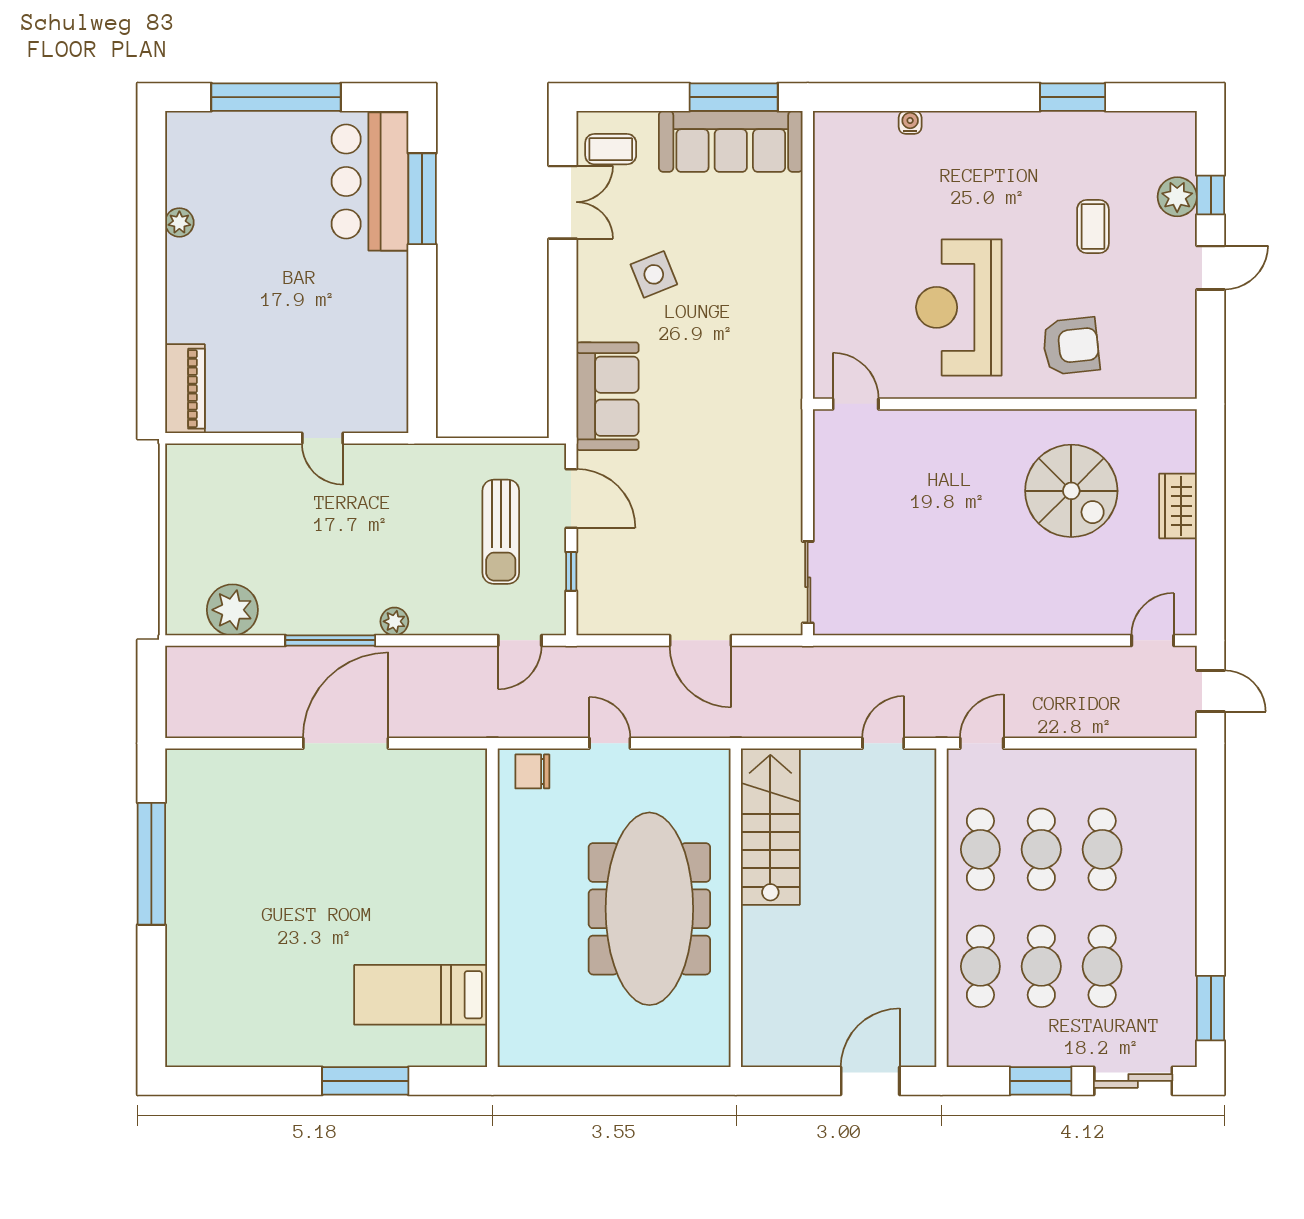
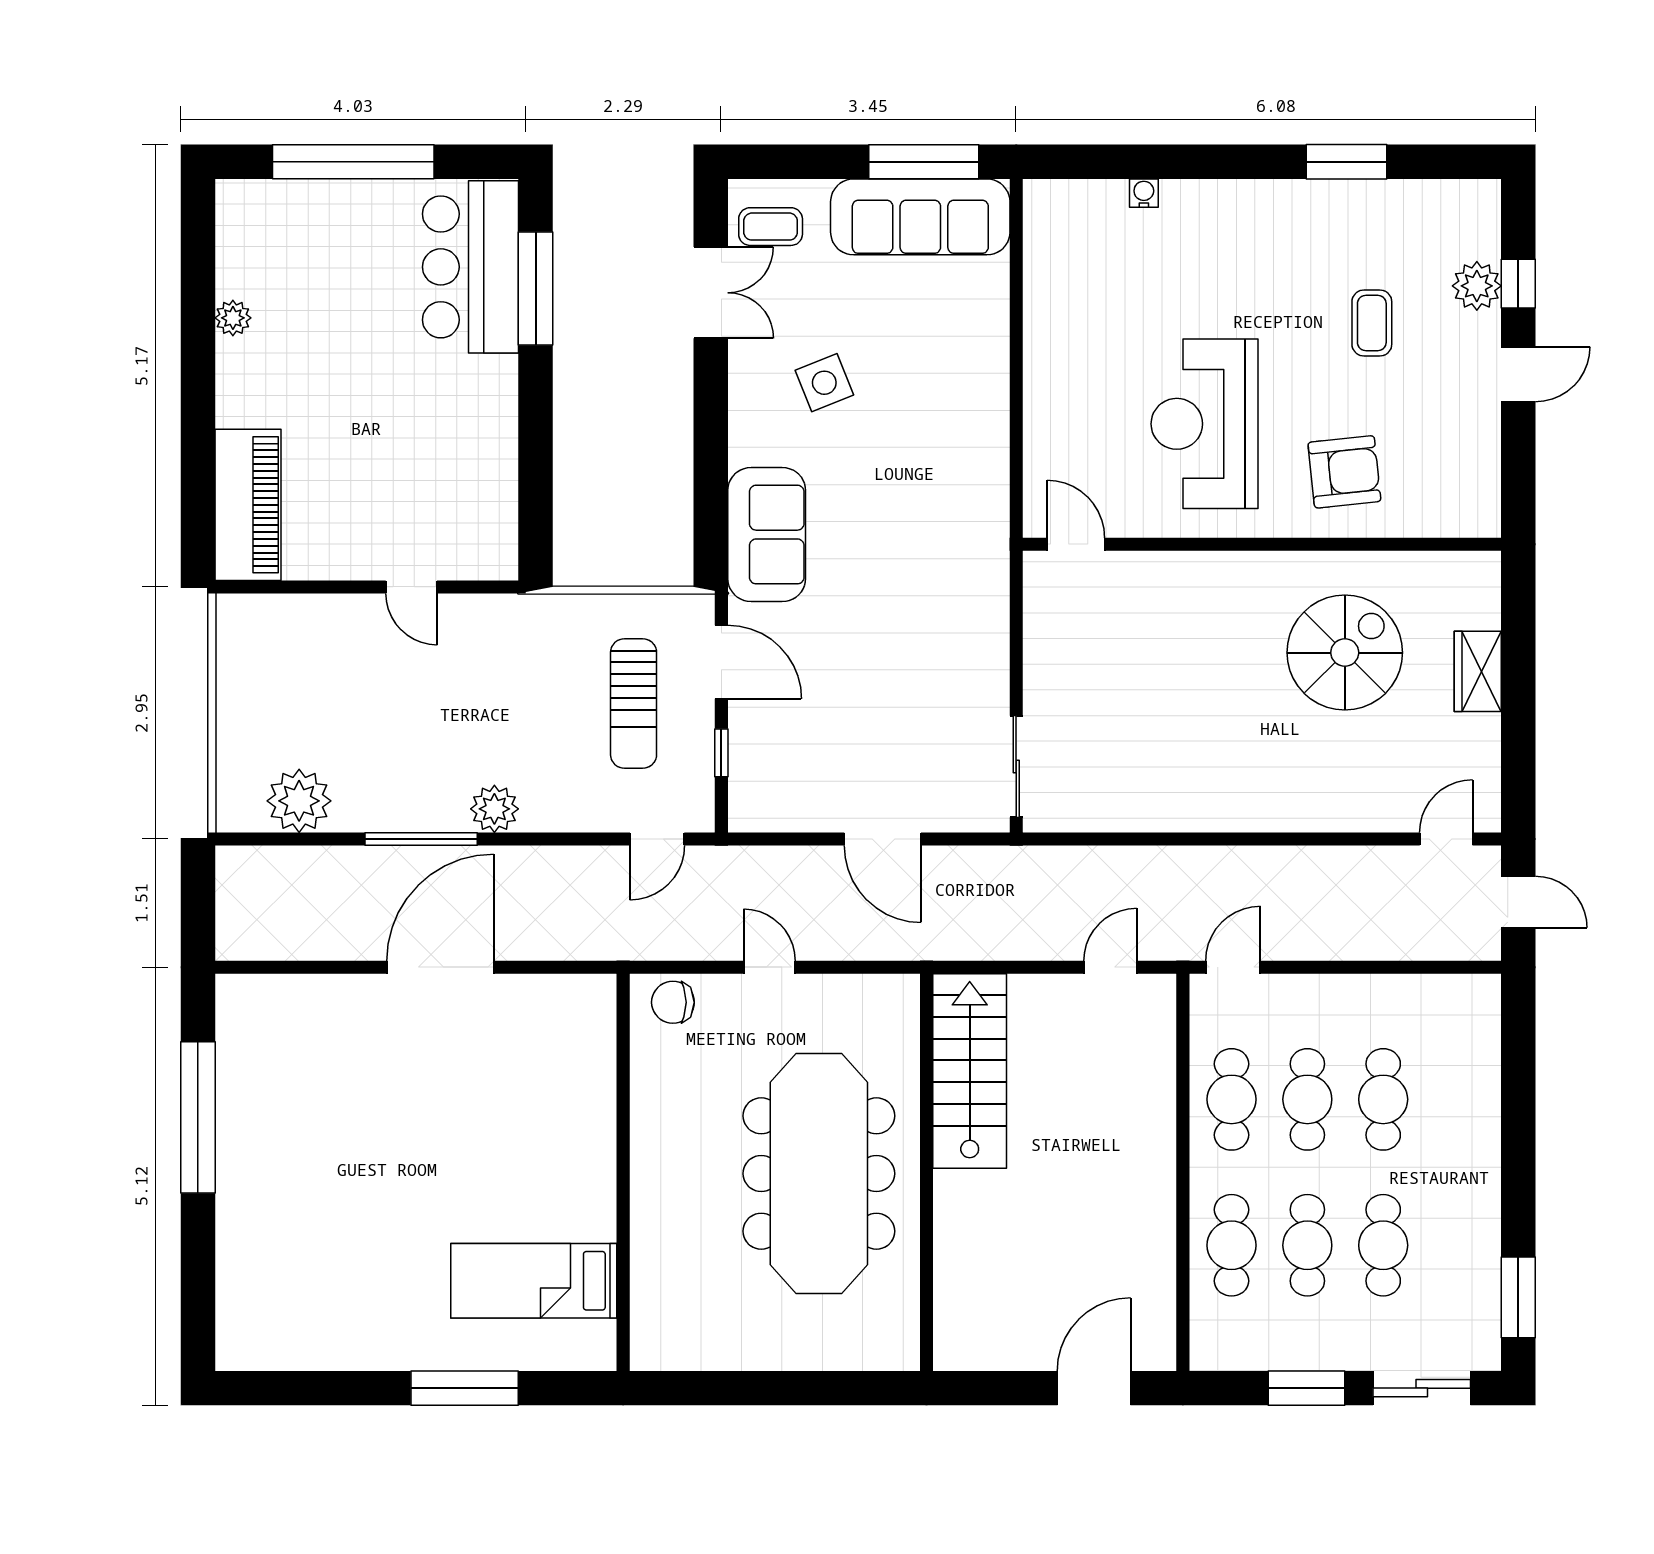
piano: (185, 389) -> (248, 505), width x1.37, depth x1.33
spiral stairs: (1071, 491) -> (1345, 653), turned -90
plant: (394, 621) -> (494, 809), width x1.38, depth x1.38

